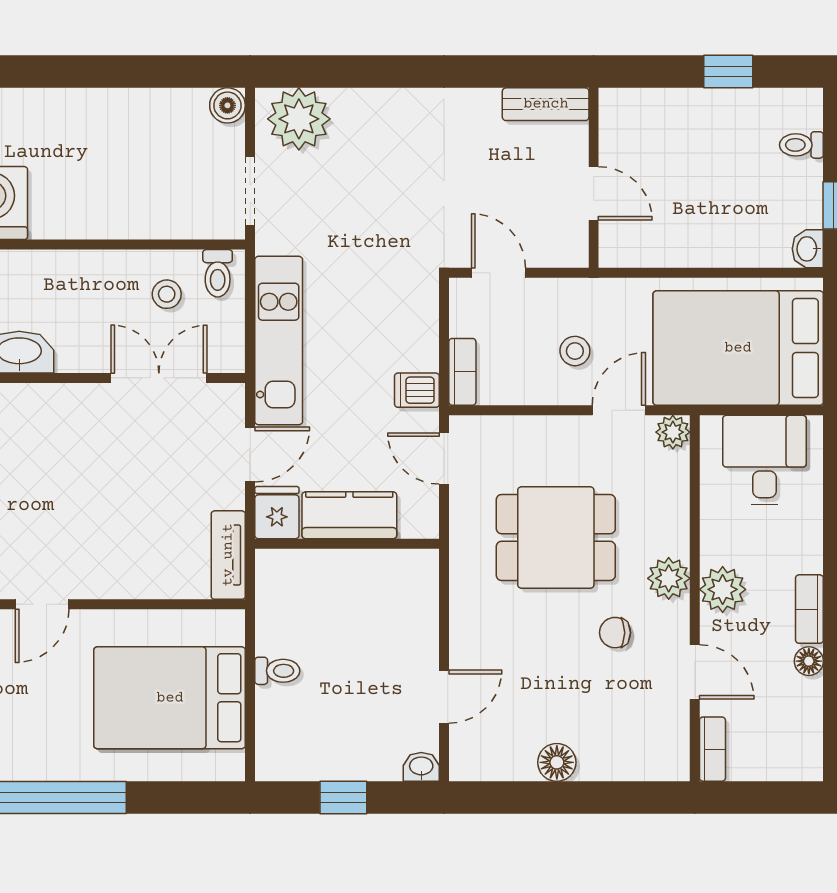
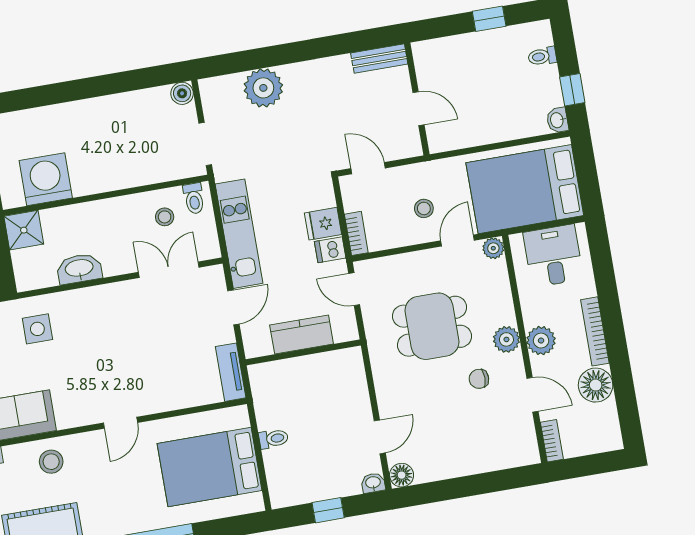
plant: (299, 119) -> (263, 88), moved
fridge: (277, 513) -> (323, 224), moved, turned -90
bookcase: (809, 609) -> (595, 331), width x1.56
floor lamp: (809, 661) -> (596, 385), width x1.89, depth x1.89
floor lamp: (557, 762) -> (402, 475), moved

